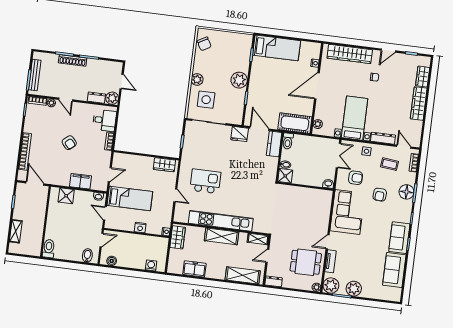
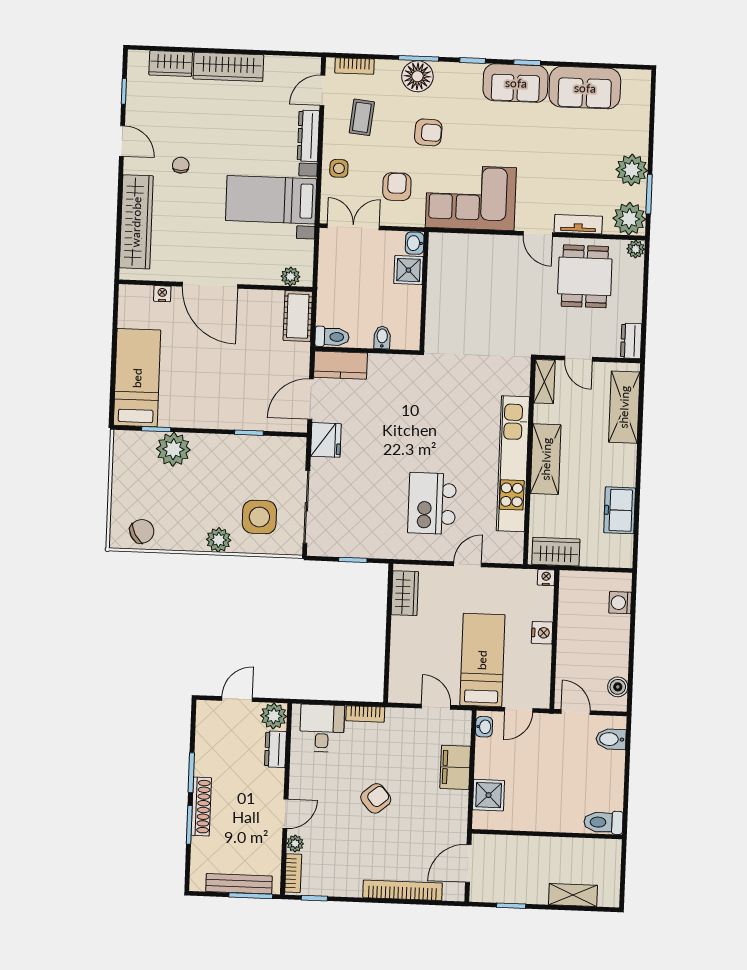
plant: (239, 80) -> (173, 449), moved
cot: (295, 123) -> (298, 316), width x0.73, depth x0.75
shower: (285, 176) -> (408, 270), moved

